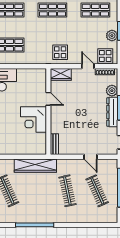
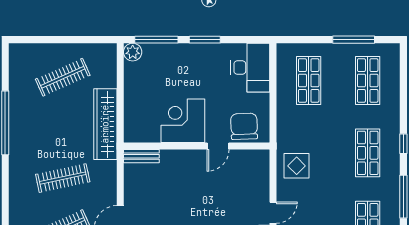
wardrobe: (61, 74) -> (259, 167), removed
chair: (37, 83) -> (244, 126), added

